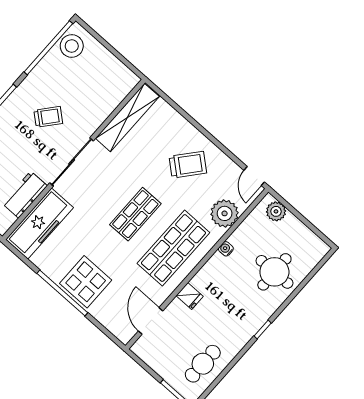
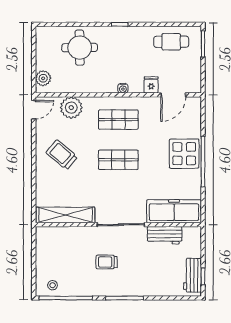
stool: (72, 46) -> (53, 285), width x0.53, depth x0.53
trolley: (48, 117) -> (107, 262), turned -40
shop shelf: (173, 248) -> (118, 120), width x0.70, depth x0.74
water cooler: (226, 249) -> (123, 88), moved
fridge: (190, 296) -> (151, 85), moved

